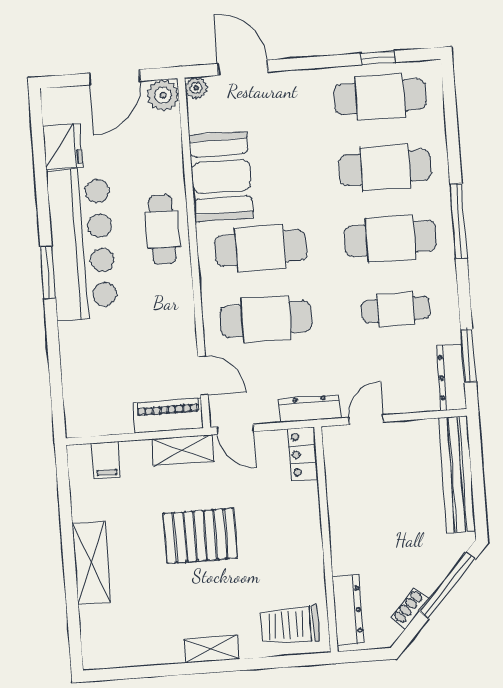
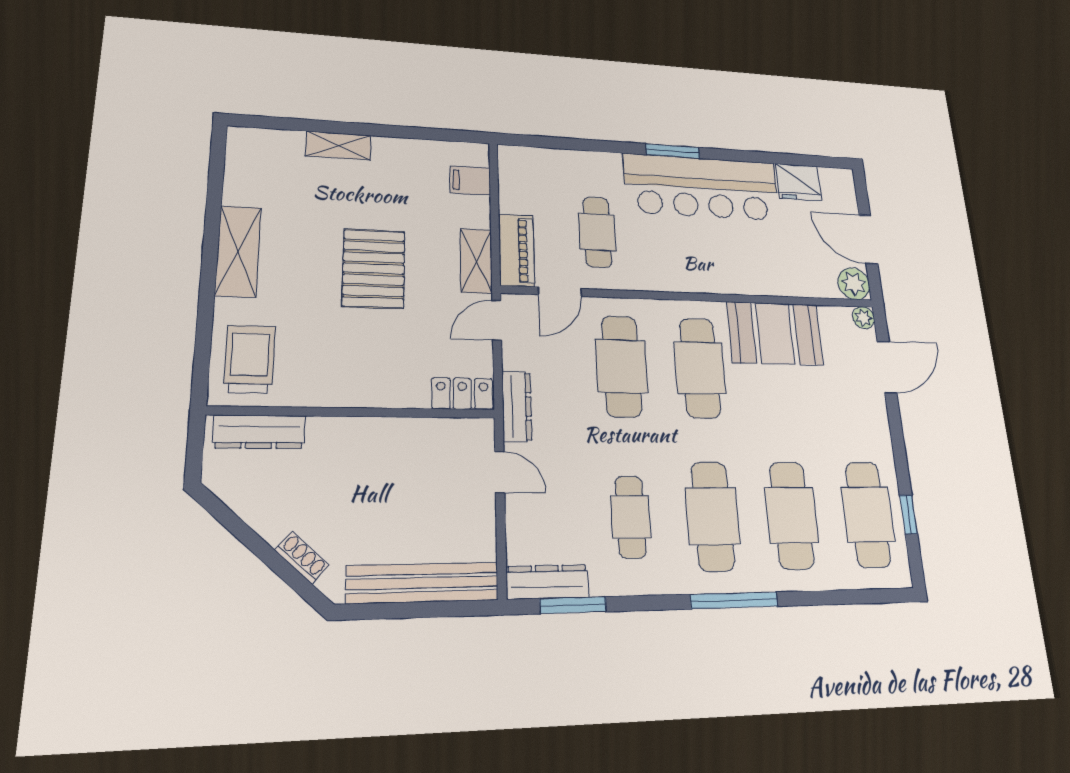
cafe table: (162, 230) -> (597, 232), moved, turned 90
shelving: (91, 563) -> (338, 146), width x0.67, depth x0.75
window: (448, 585) -> (276, 563), removed
shoe rack: (410, 608) -> (302, 558), moved
shelving: (211, 649) -> (238, 251), width x1.50, depth x1.33

